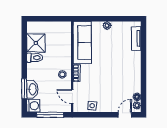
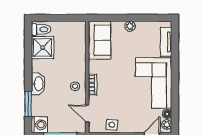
sofa: (82, 43) -> (100, 40), width x0.73
toilet: (35, 58) -> (41, 29), moved
corner sofa: (126, 72) -> (154, 83), added
washbasin: (32, 89) -> (38, 84), moved

